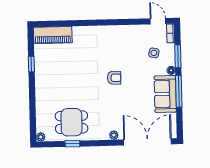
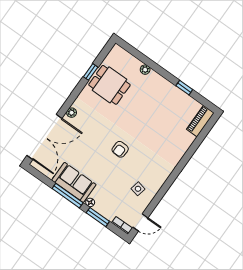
piano: (53, 35) -> (200, 121), width x0.73, depth x0.75
side table: (154, 53) -> (138, 189), moved
dining table: (71, 122) -> (109, 85), turned 90
plant: (41, 137) -> (145, 70), moved

